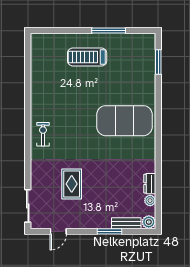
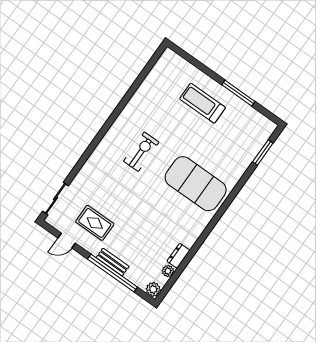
exercise bike: (43, 134) -> (141, 152), moved, width x1.38, depth x1.39
rug: (72, 184) -> (95, 223), moved, turned 90
bench: (126, 223) -> (113, 262), moved
window: (110, 231) -> (112, 273), width x2.11

